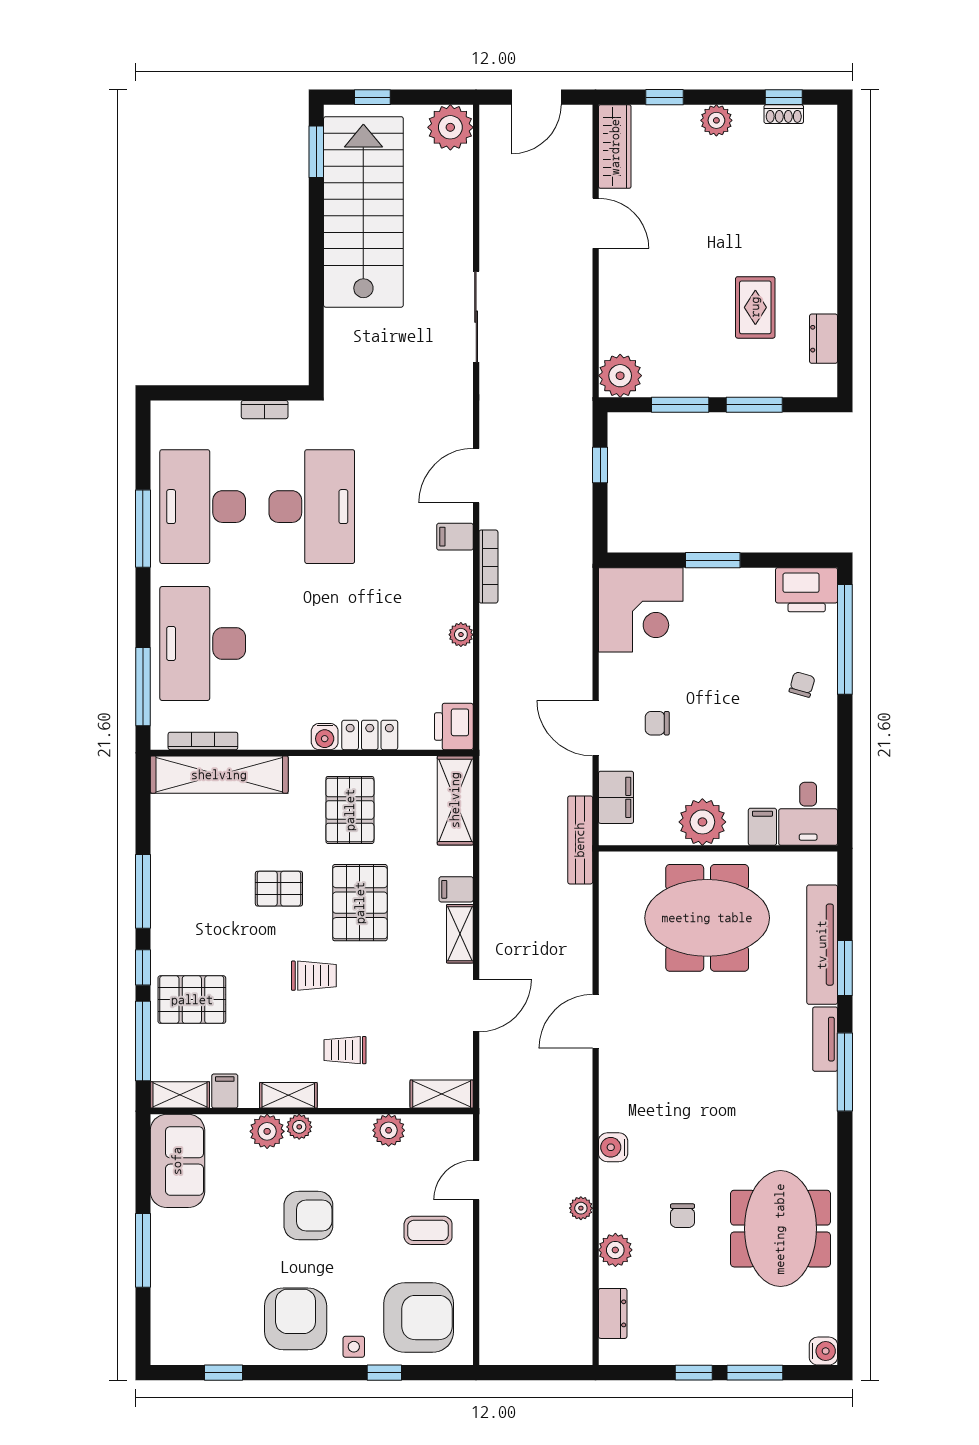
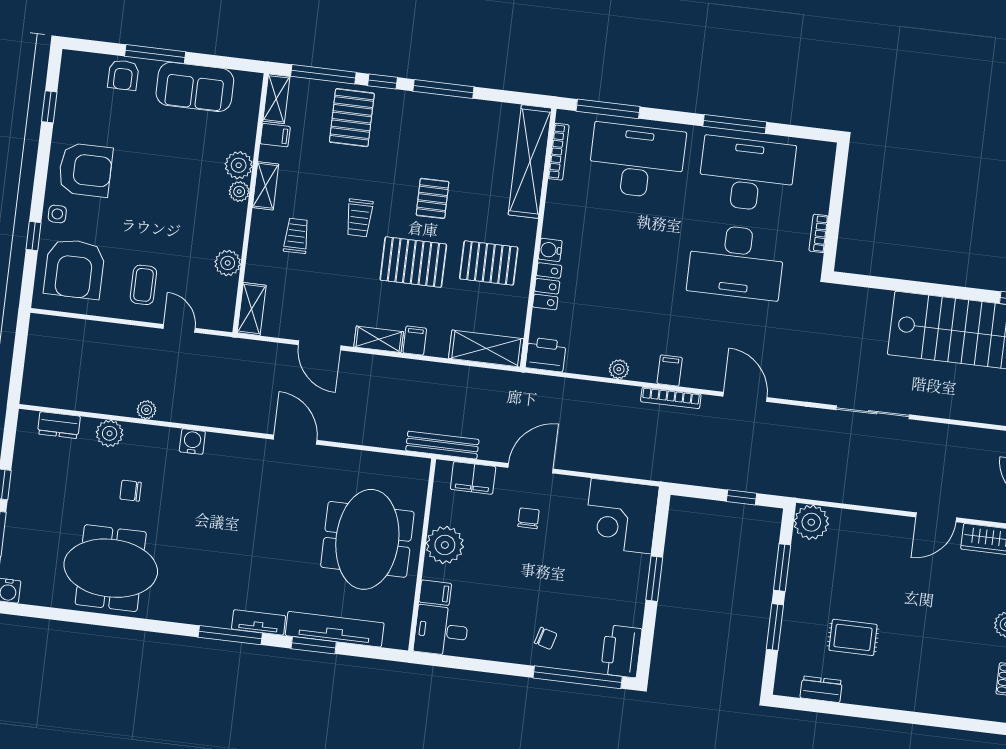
filing cabinet: (455, 537) -> (670, 371), moved
sofa: (177, 1161) -> (195, 87), moved
armchair: (308, 1215) -> (123, 75), moved, width x0.72, depth x0.72

